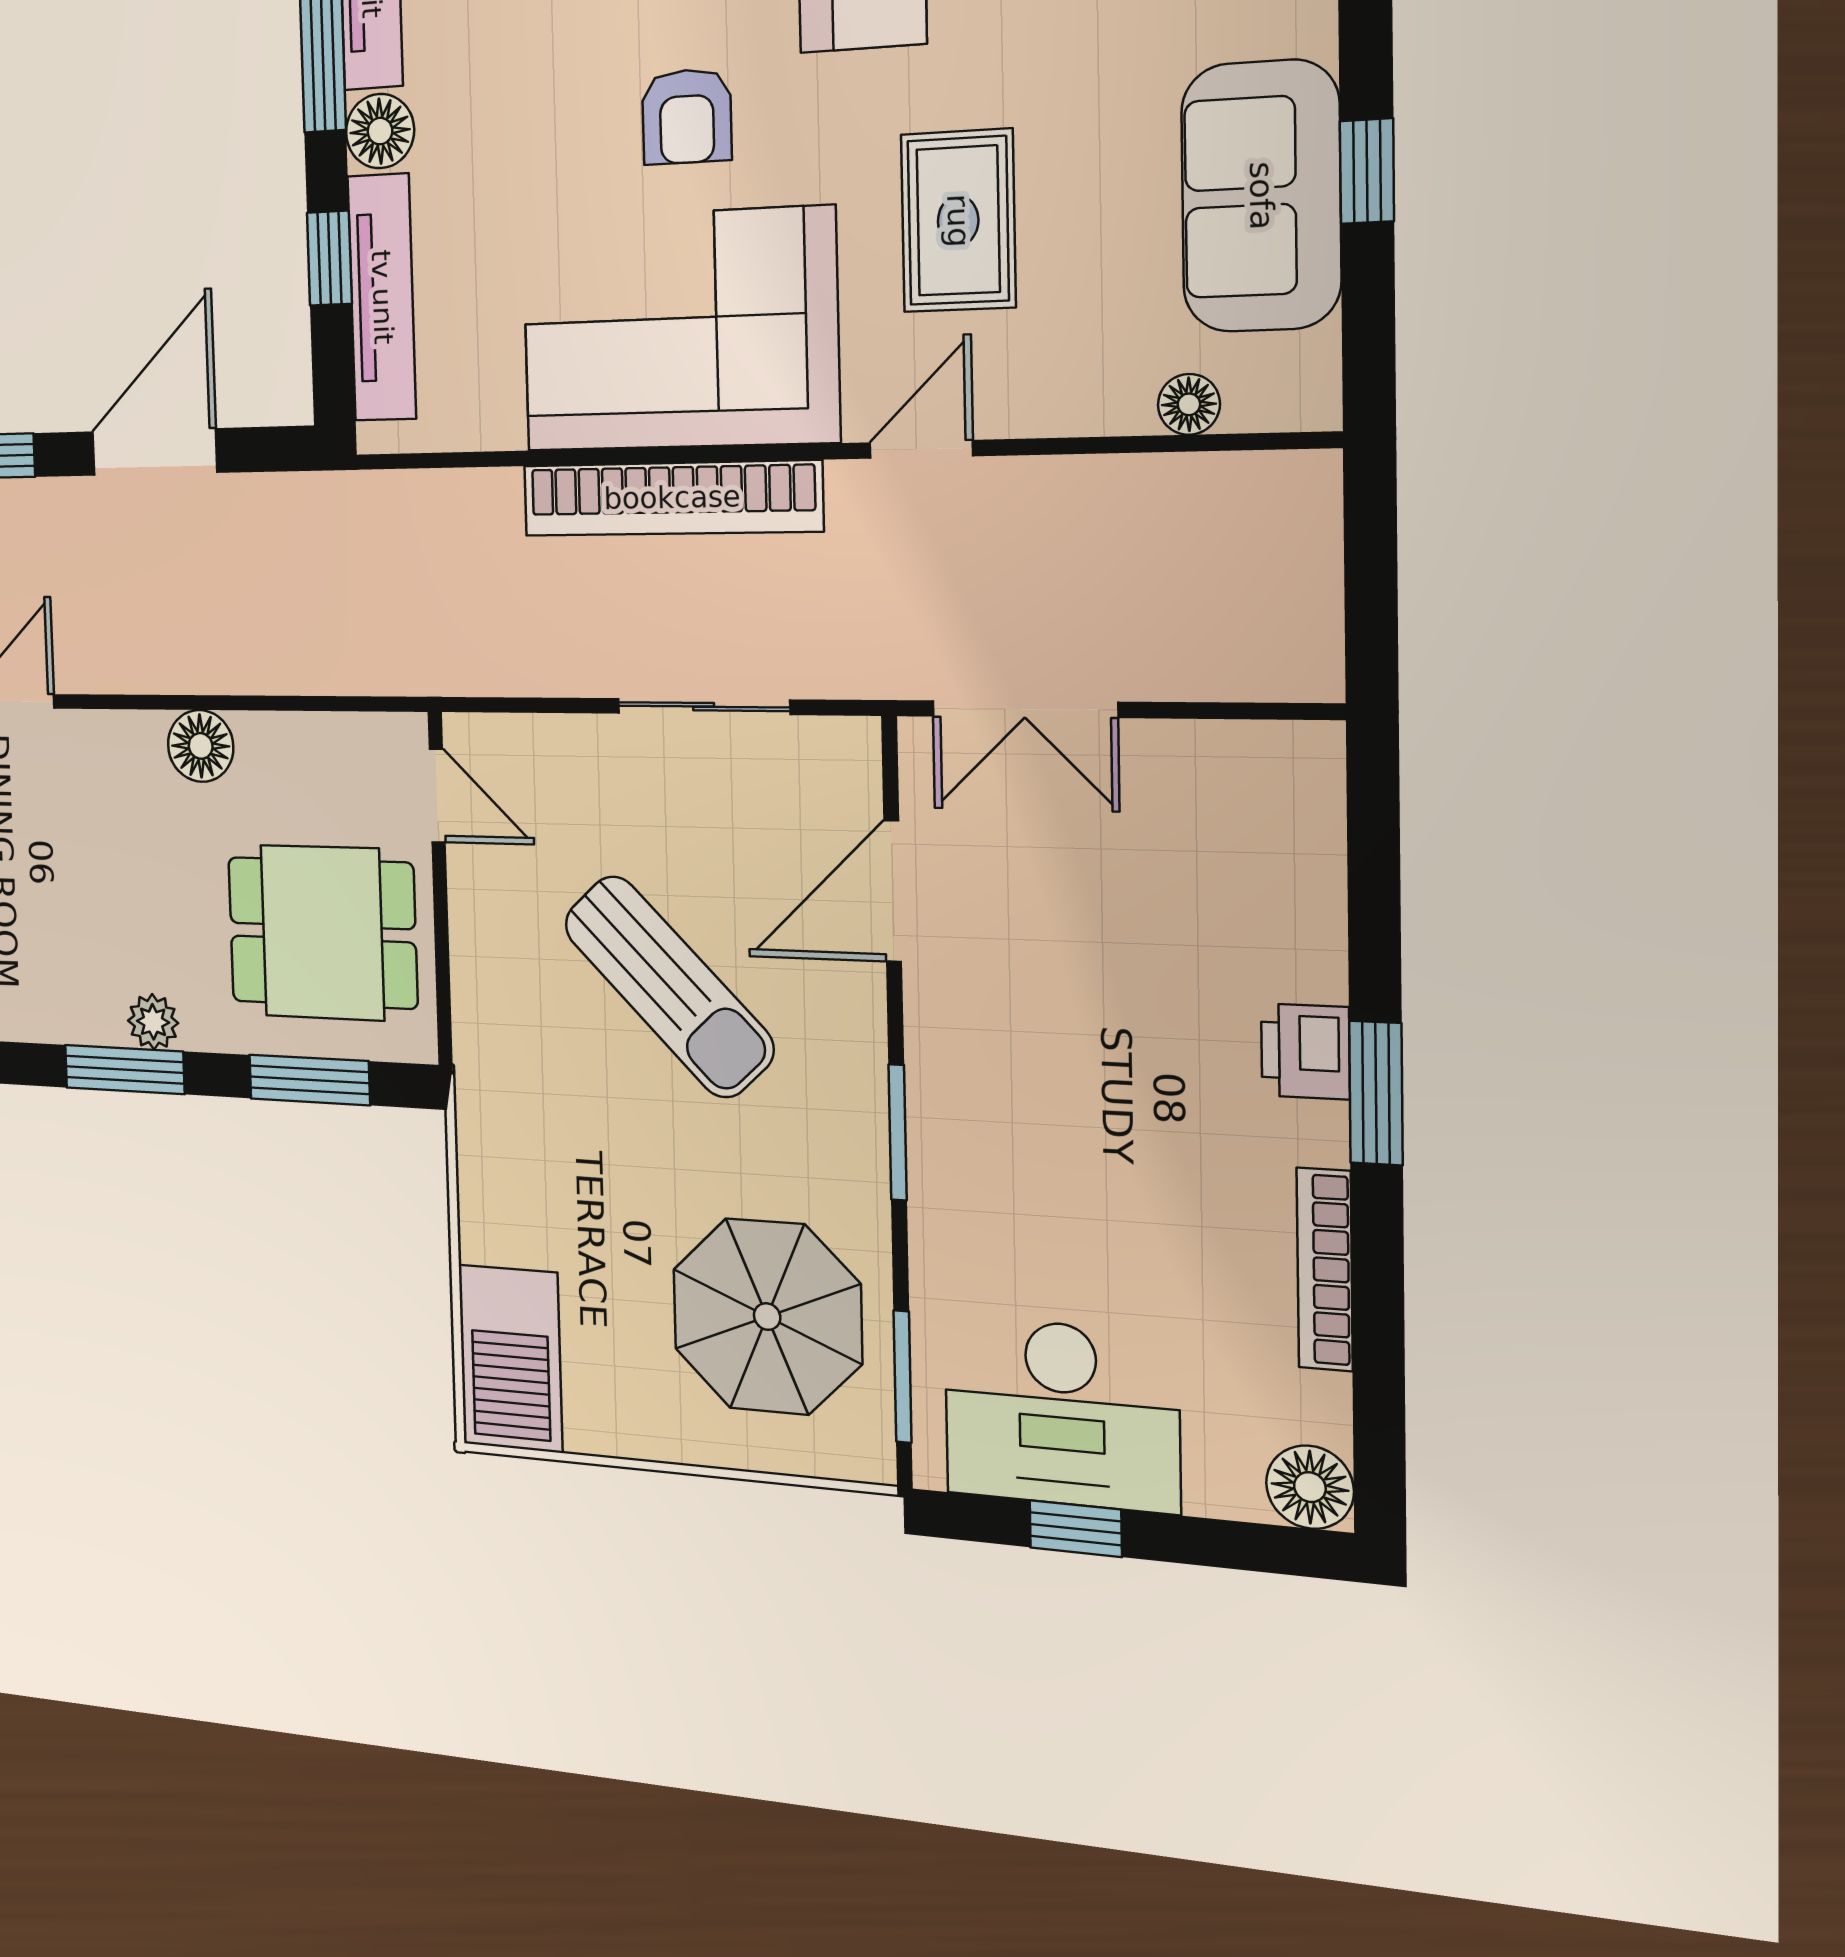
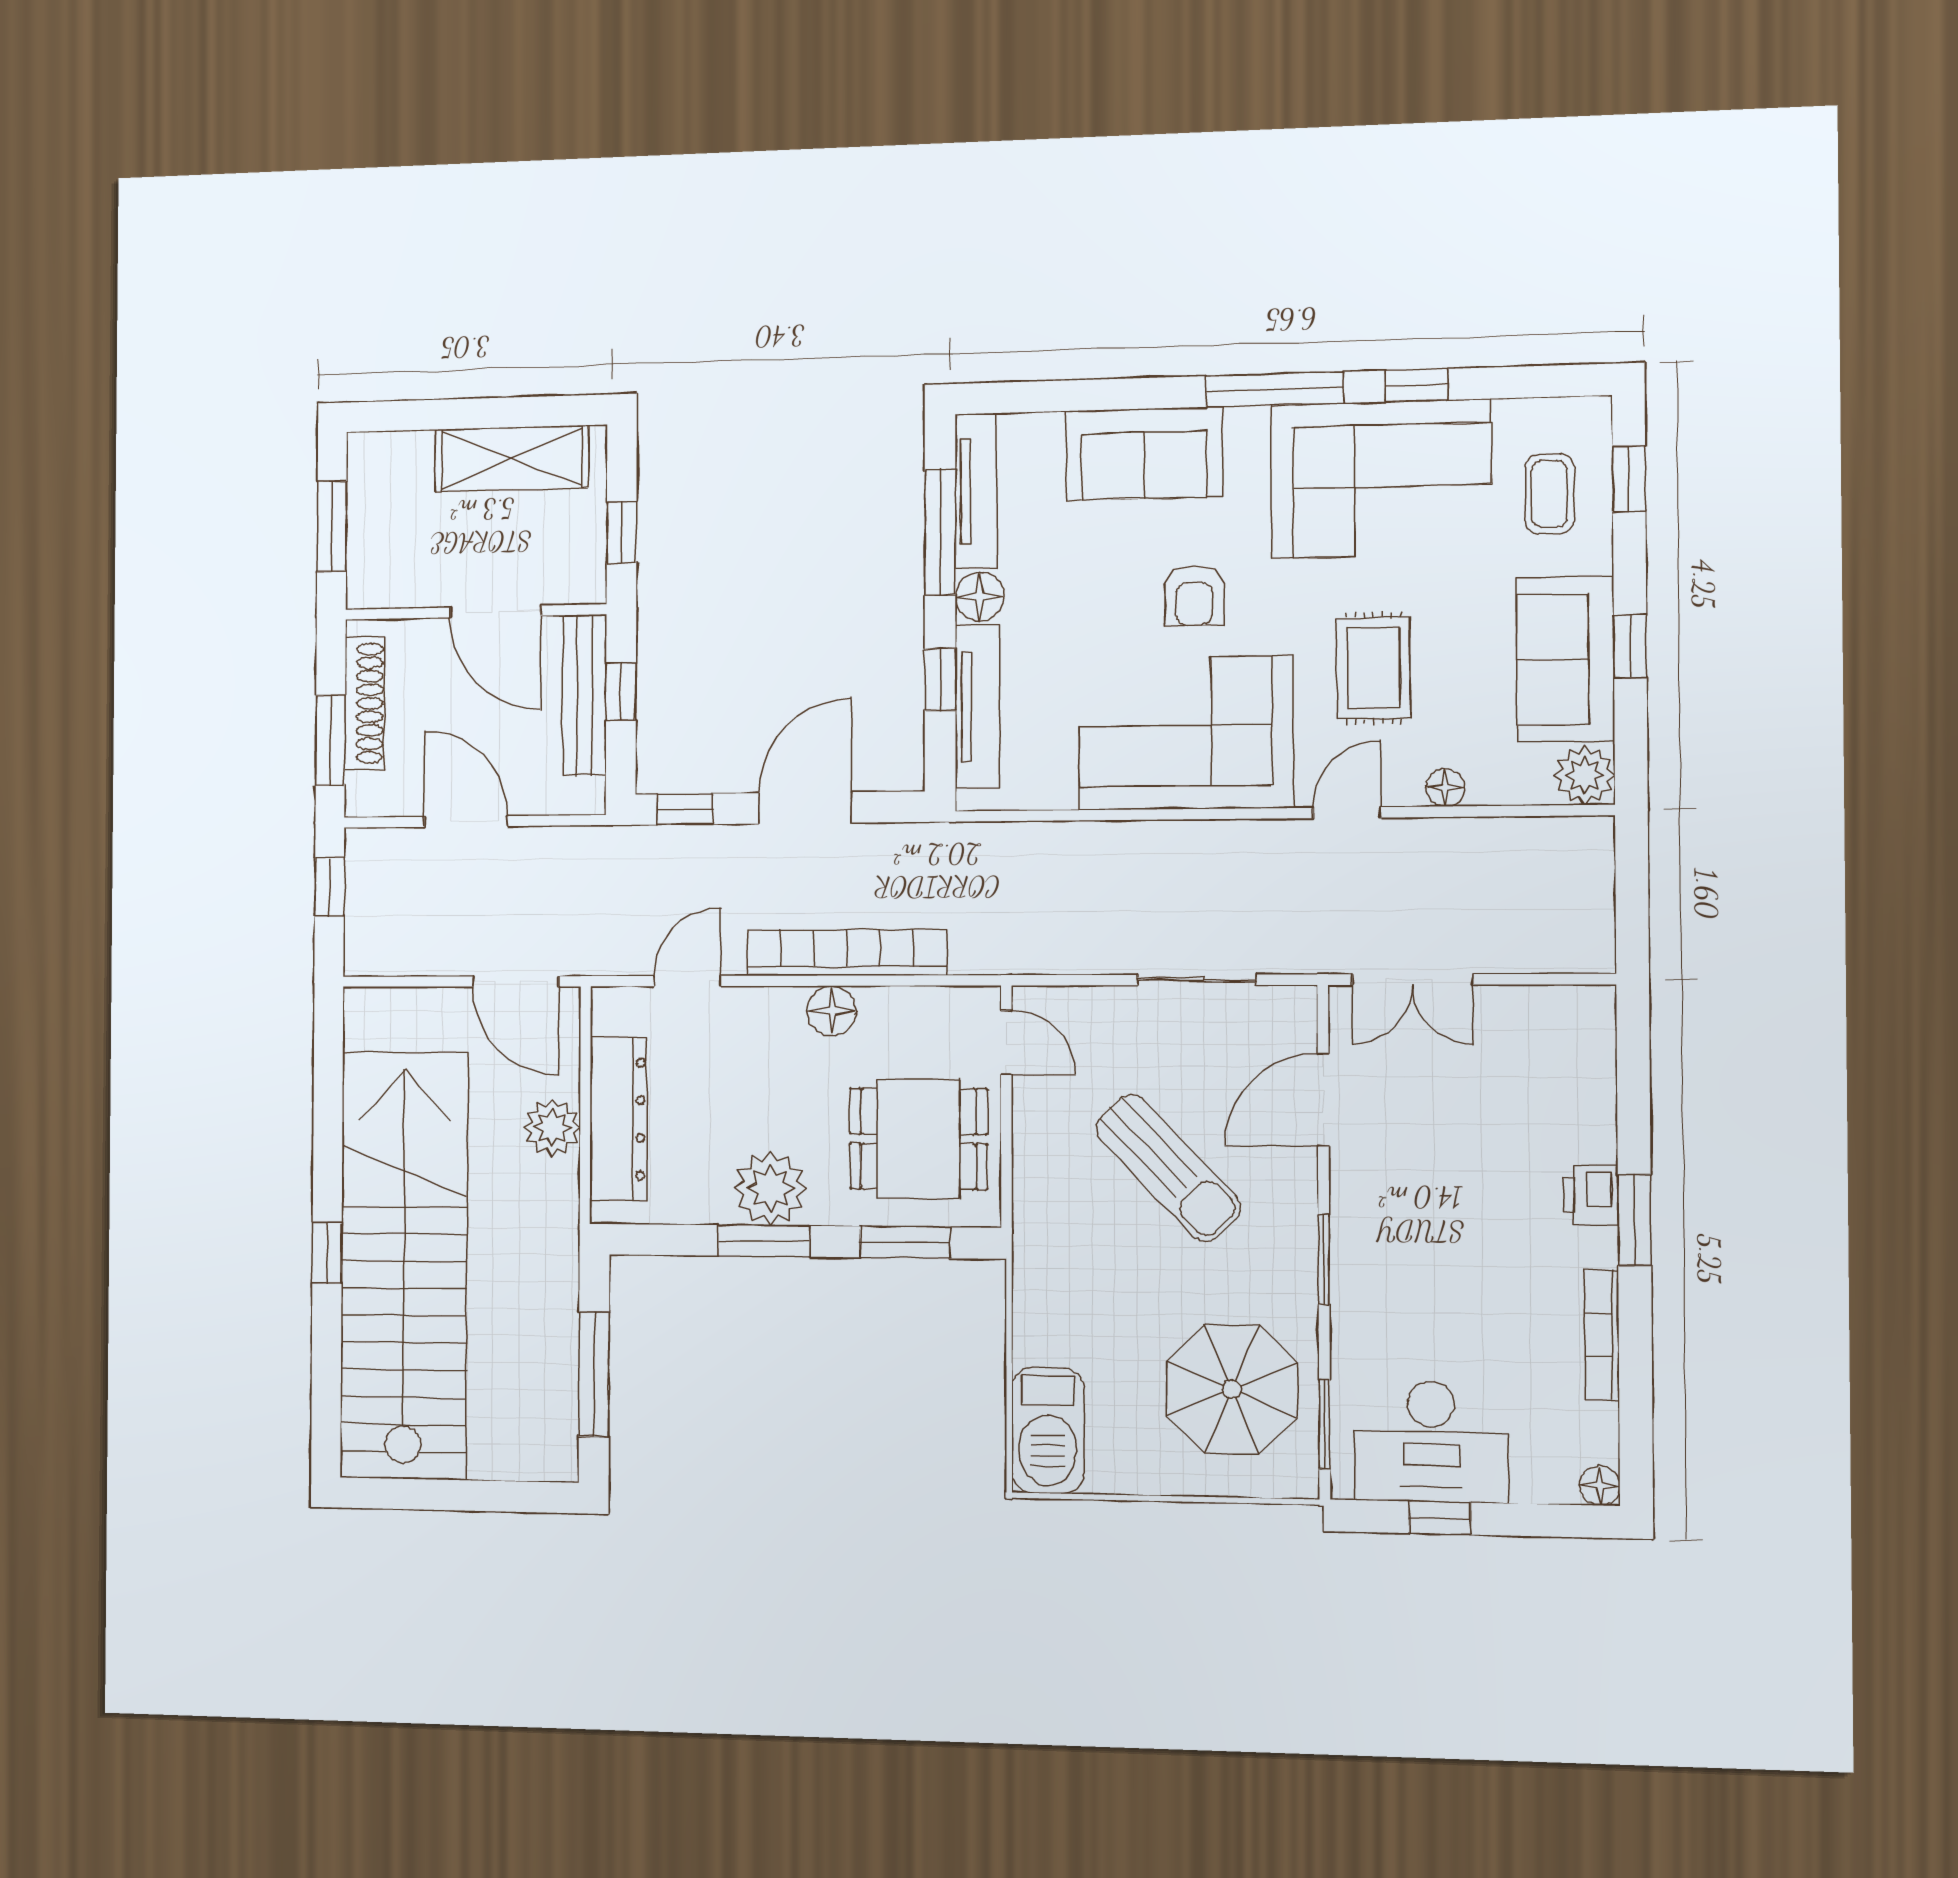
plant: (1293, 384) -> (1585, 775), added
floor lamp: (1189, 404) -> (1445, 787), moved
bookcase: (672, 498) -> (847, 953), moved, turned 180
plant: (153, 1022) -> (770, 1188), width x1.88, depth x1.88
floor lamp: (1310, 1487) -> (1600, 1486), width x0.73, depth x0.73

